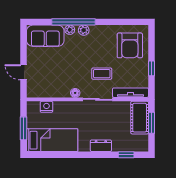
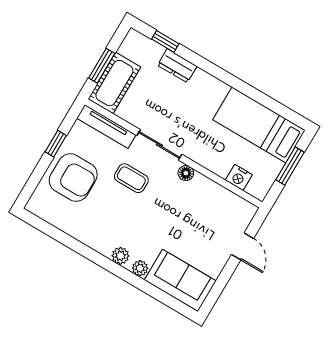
window: (74, 22) -> (128, 276), removed
armchair: (130, 45) -> (73, 178), moved, turned 90
dresser: (101, 146) -> (177, 66), moved

